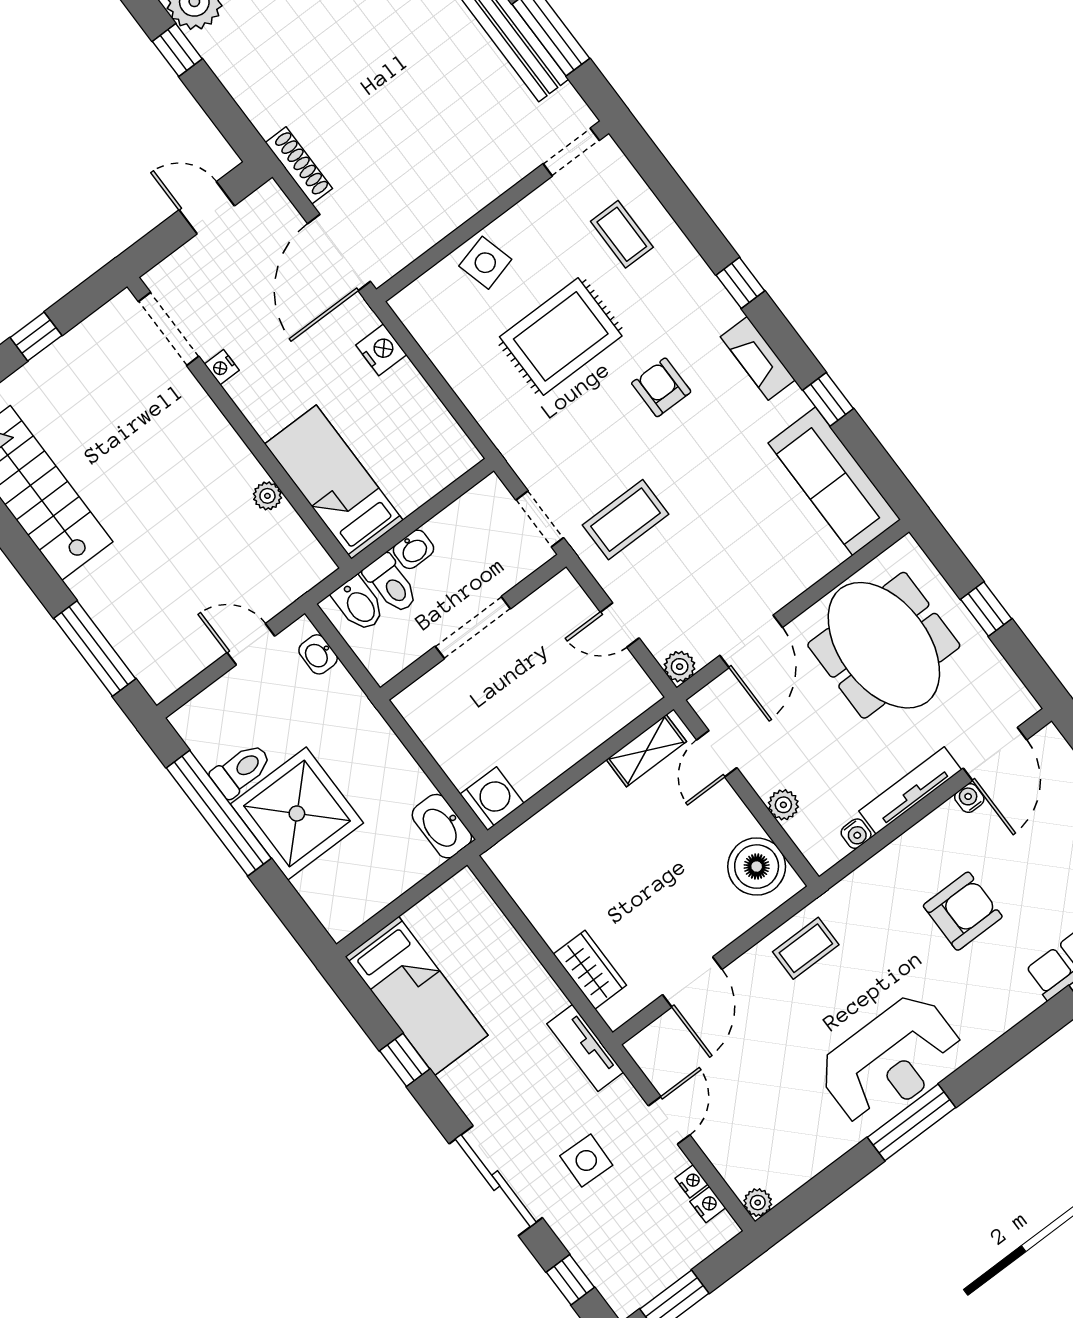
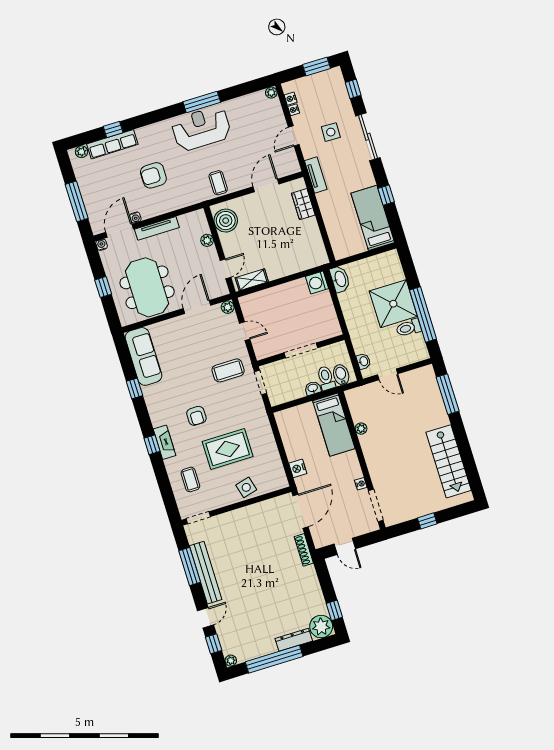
fireplace: (758, 358) -> (165, 442), moved
water cooler: (856, 834) -> (102, 245), moved
coffee table: (806, 948) -> (218, 183), turned 90

